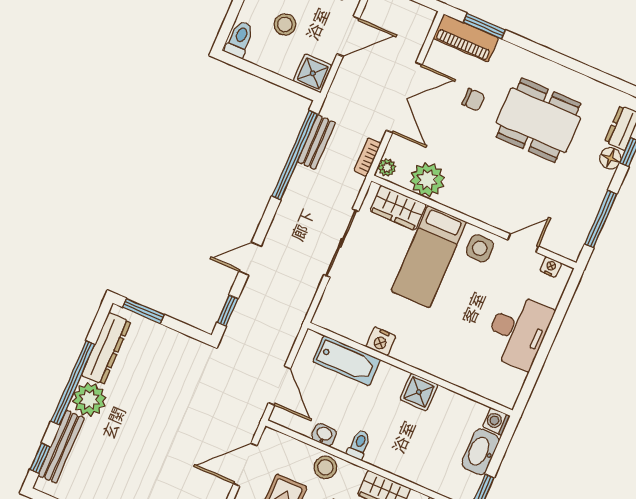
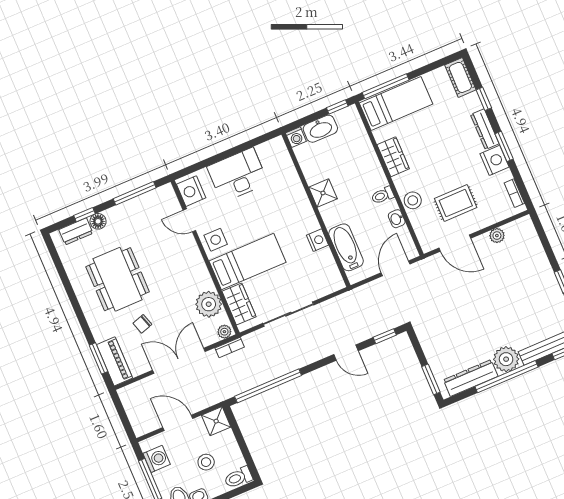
chair: (473, 100) -> (142, 324), turned -108
bench: (316, 142) -> (250, 382), removed
nightstand: (551, 267) -> (191, 191), width x1.89, depth x1.79

